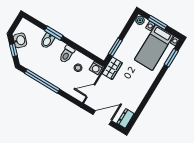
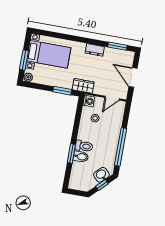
washbasin: (20, 40) -> (101, 175), moved
toilet: (67, 54) -> (84, 146), moved
window: (171, 58) -> (117, 46), moved
door: (91, 91) -> (112, 98), hinge flipped
dresser: (126, 118) -> (95, 50), moved

